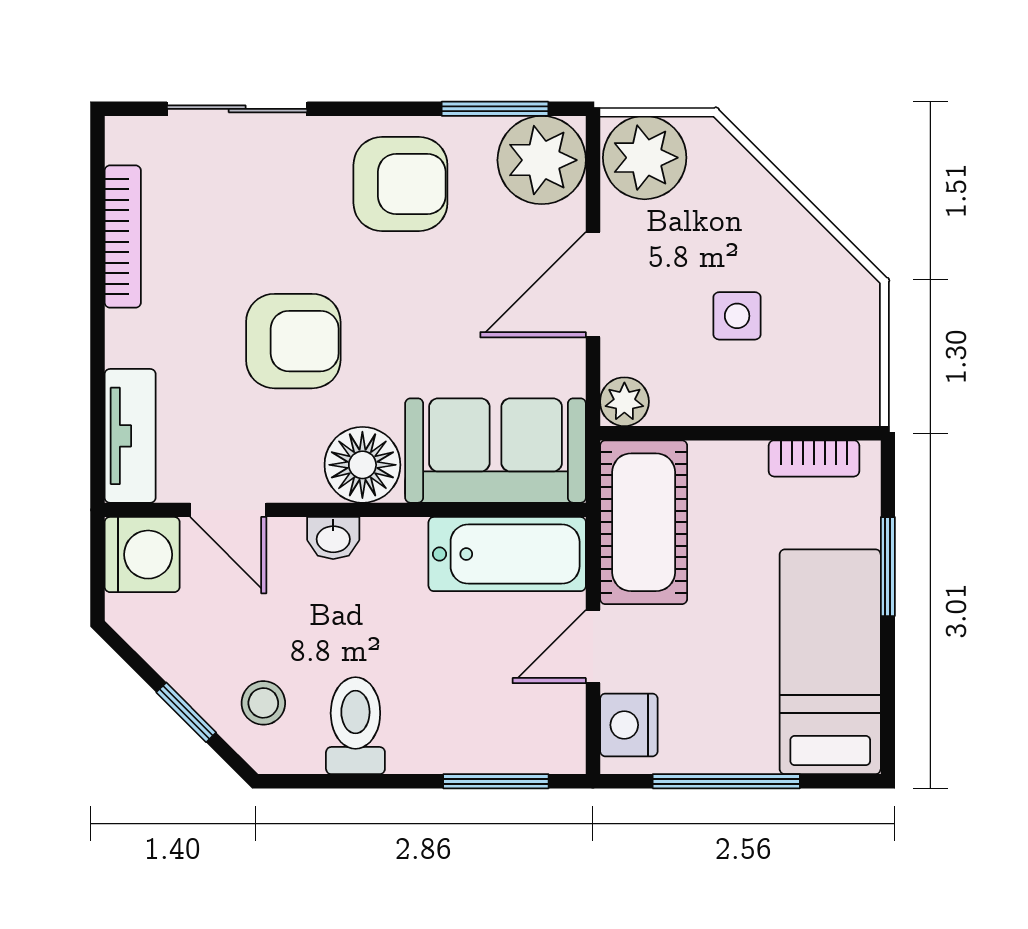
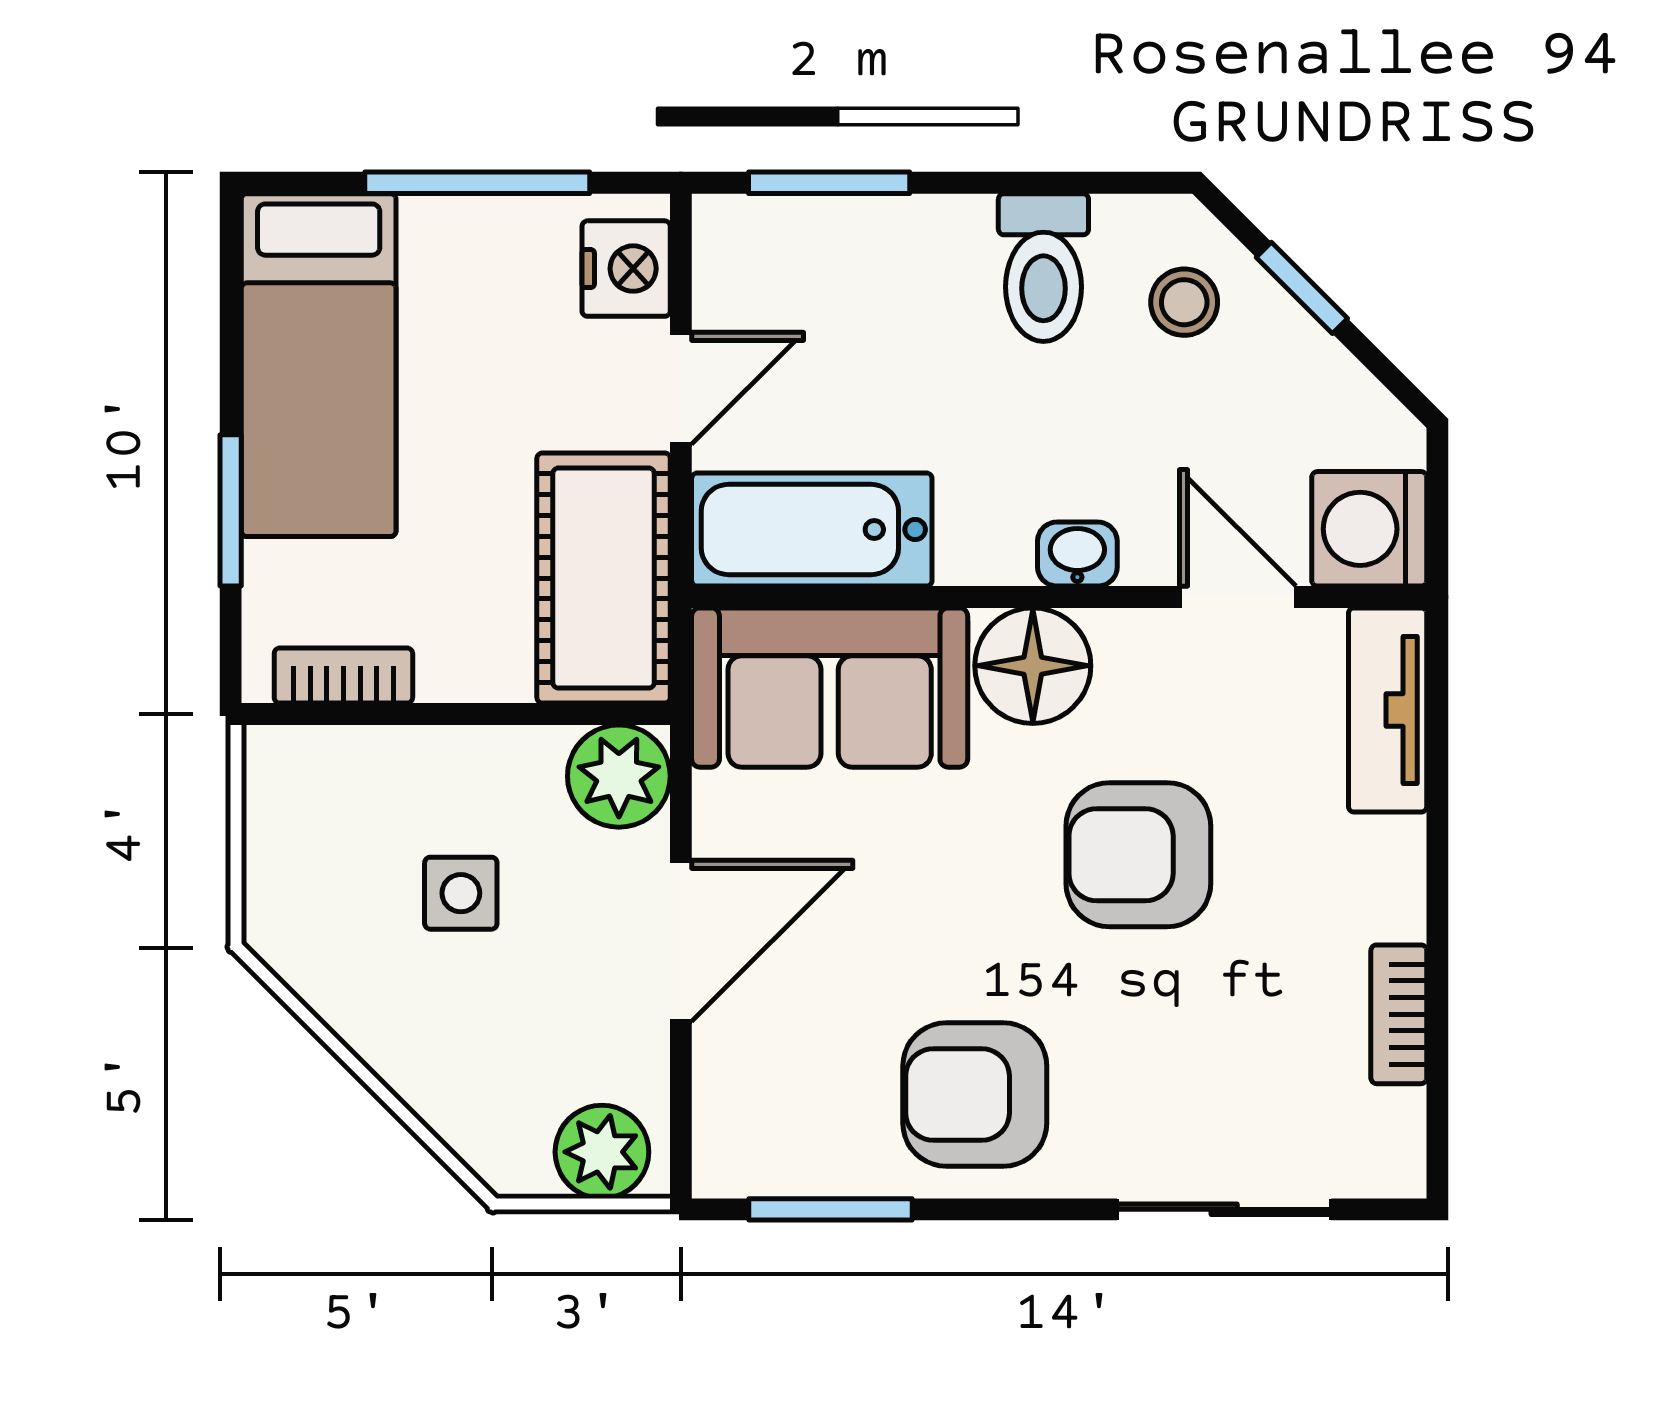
plant: (645, 158) -> (602, 1152), width x0.73, depth x0.73
plant: (542, 160) -> (759, 1131), removed
bookcase: (123, 237) -> (1399, 1014), width x0.64
plant: (624, 402) -> (619, 776), width x1.38, depth x1.38

